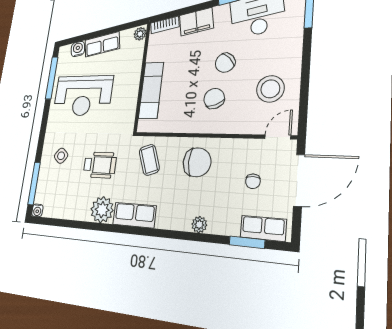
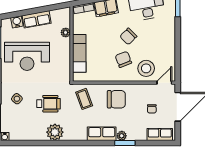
plant: (140, 34) -> (66, 32), moved
stool: (270, 89) -> (146, 68), moved
row of seats: (134, 215) -> (102, 134), moved
window: (247, 242) -> (125, 143), moved

